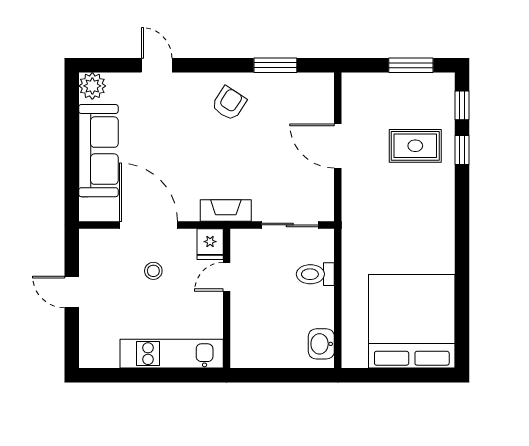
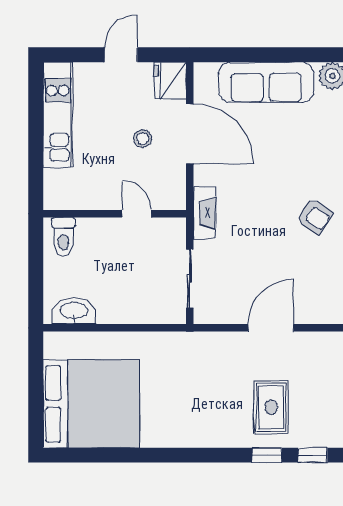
door: (149, 225) -> (190, 134), hinge flipped
fridge: (210, 244) -> (170, 81), moved, width x1.38
toilet: (315, 274) -> (63, 237), moved, turned 180
washbasin: (321, 344) -> (74, 311), width x1.38
kitchen unit: (172, 354) -> (58, 115), moved

